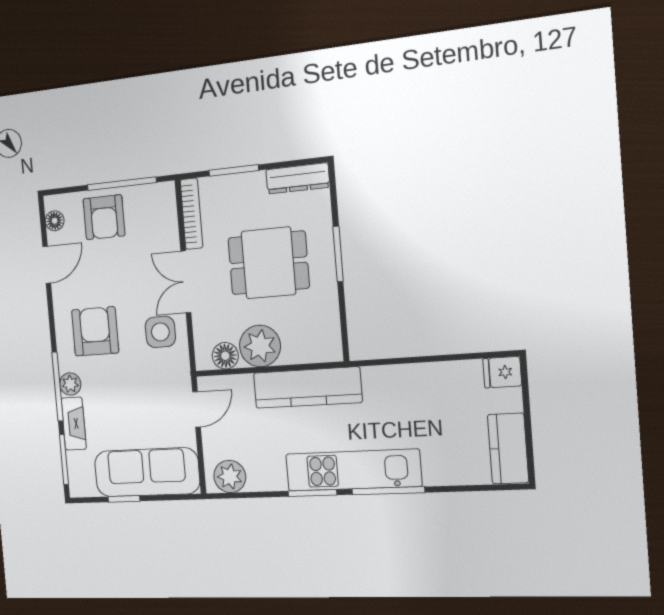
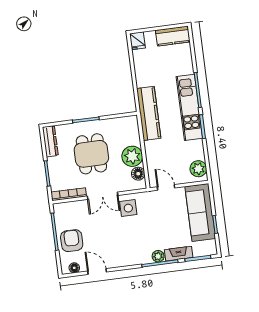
armchair: (104, 217) -> (72, 241), turned -90
armchair: (95, 331) -> (130, 243), removed
kitchen counter: (307, 388) -> (149, 113), moved

